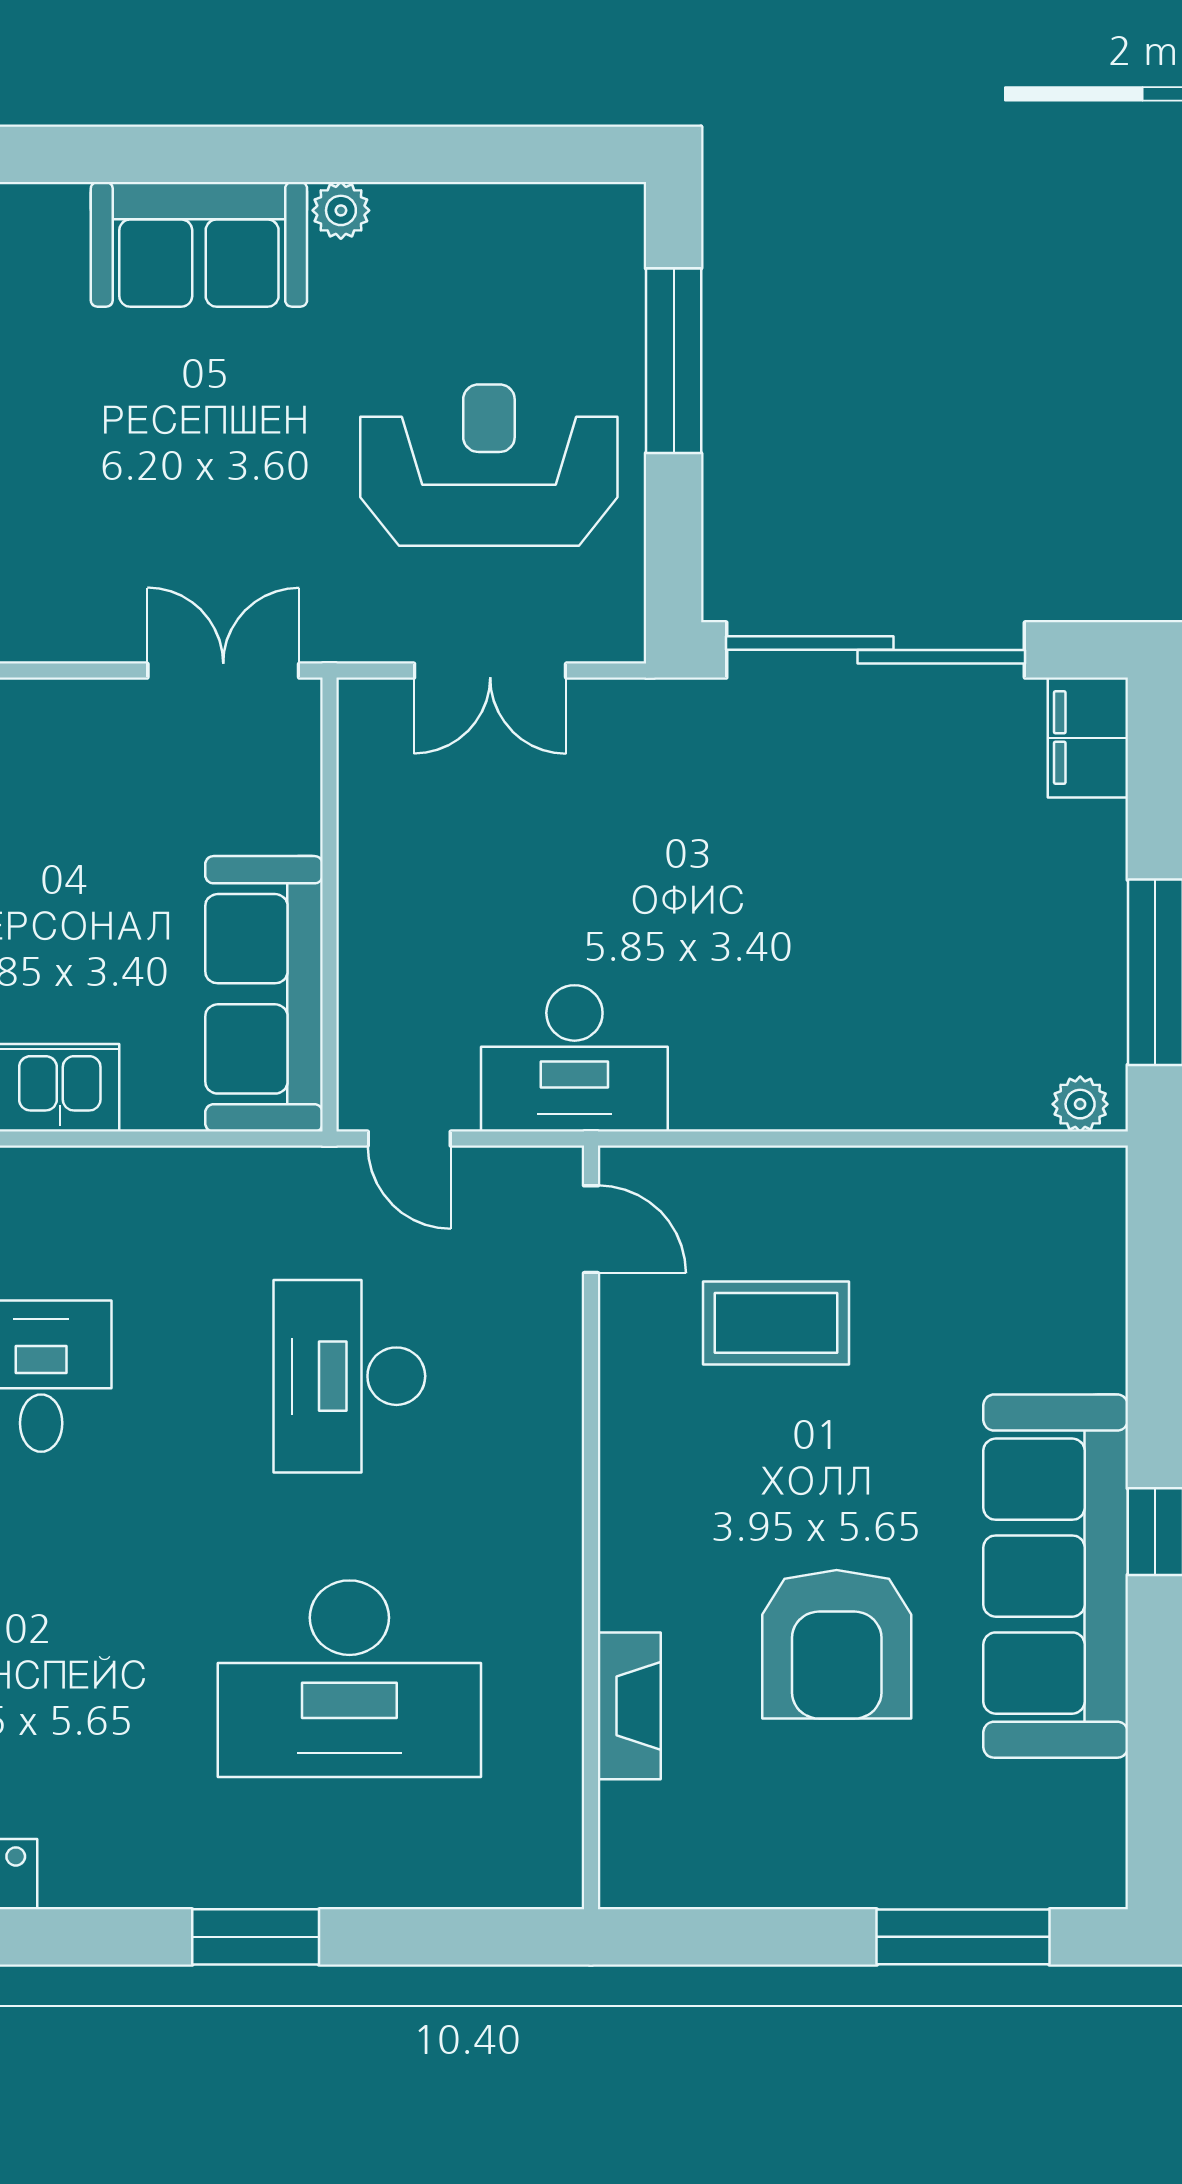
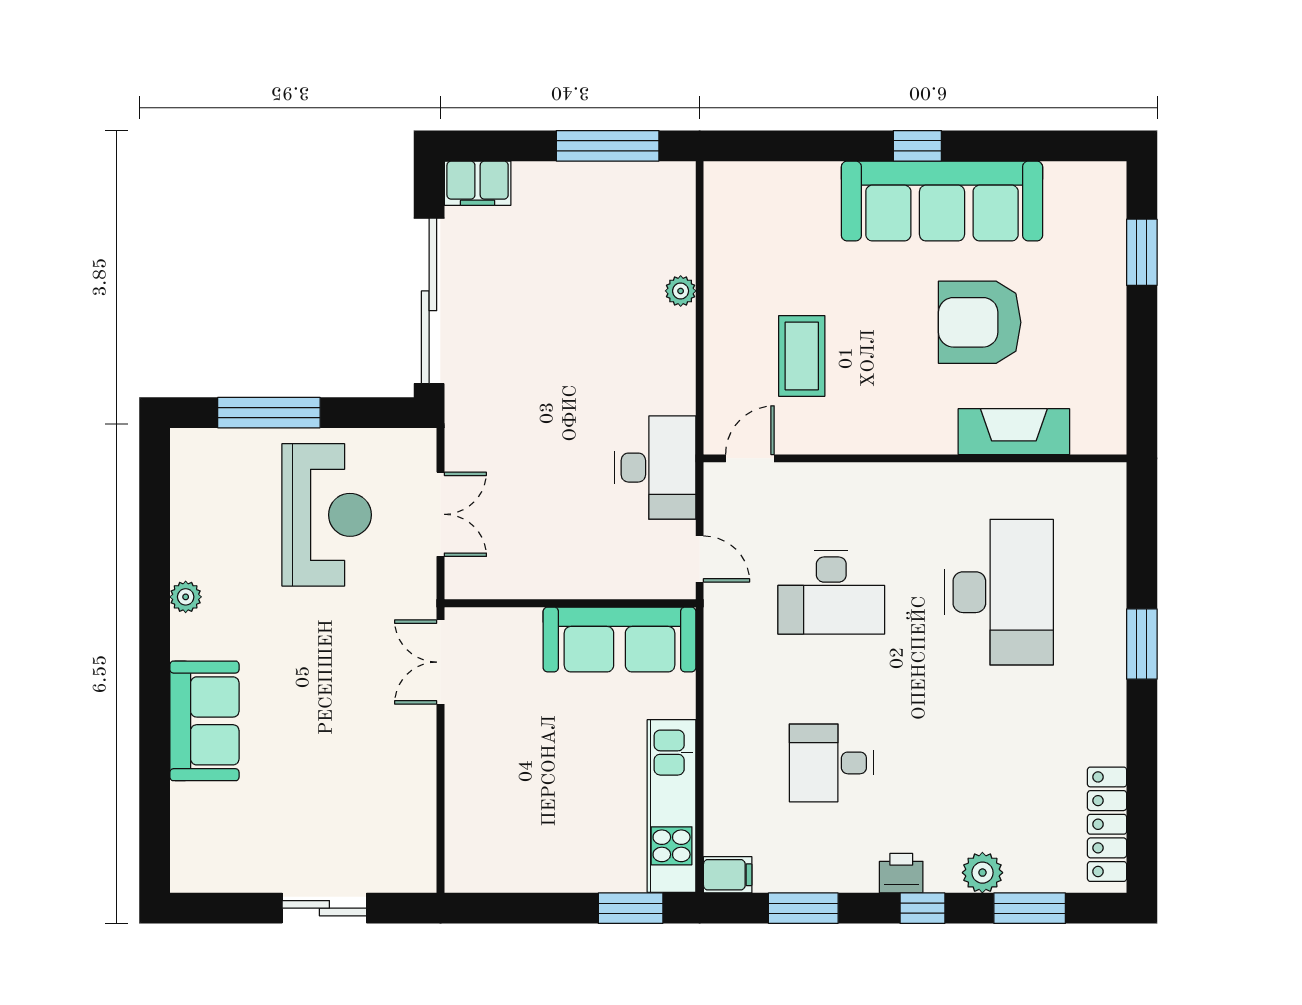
sofa: (199, 244) -> (204, 721), moved
reception desk: (489, 465) -> (327, 515), turned 180
plant: (1080, 1104) -> (681, 291), moved
door: (409, 1139) -> (700, 559), hinge flipped
armchair: (837, 1644) -> (980, 322), turned 180
fireplace: (629, 1706) -> (1014, 432), width x1.37, depth x1.32
window: (963, 1937) -> (1142, 252), width x0.69

